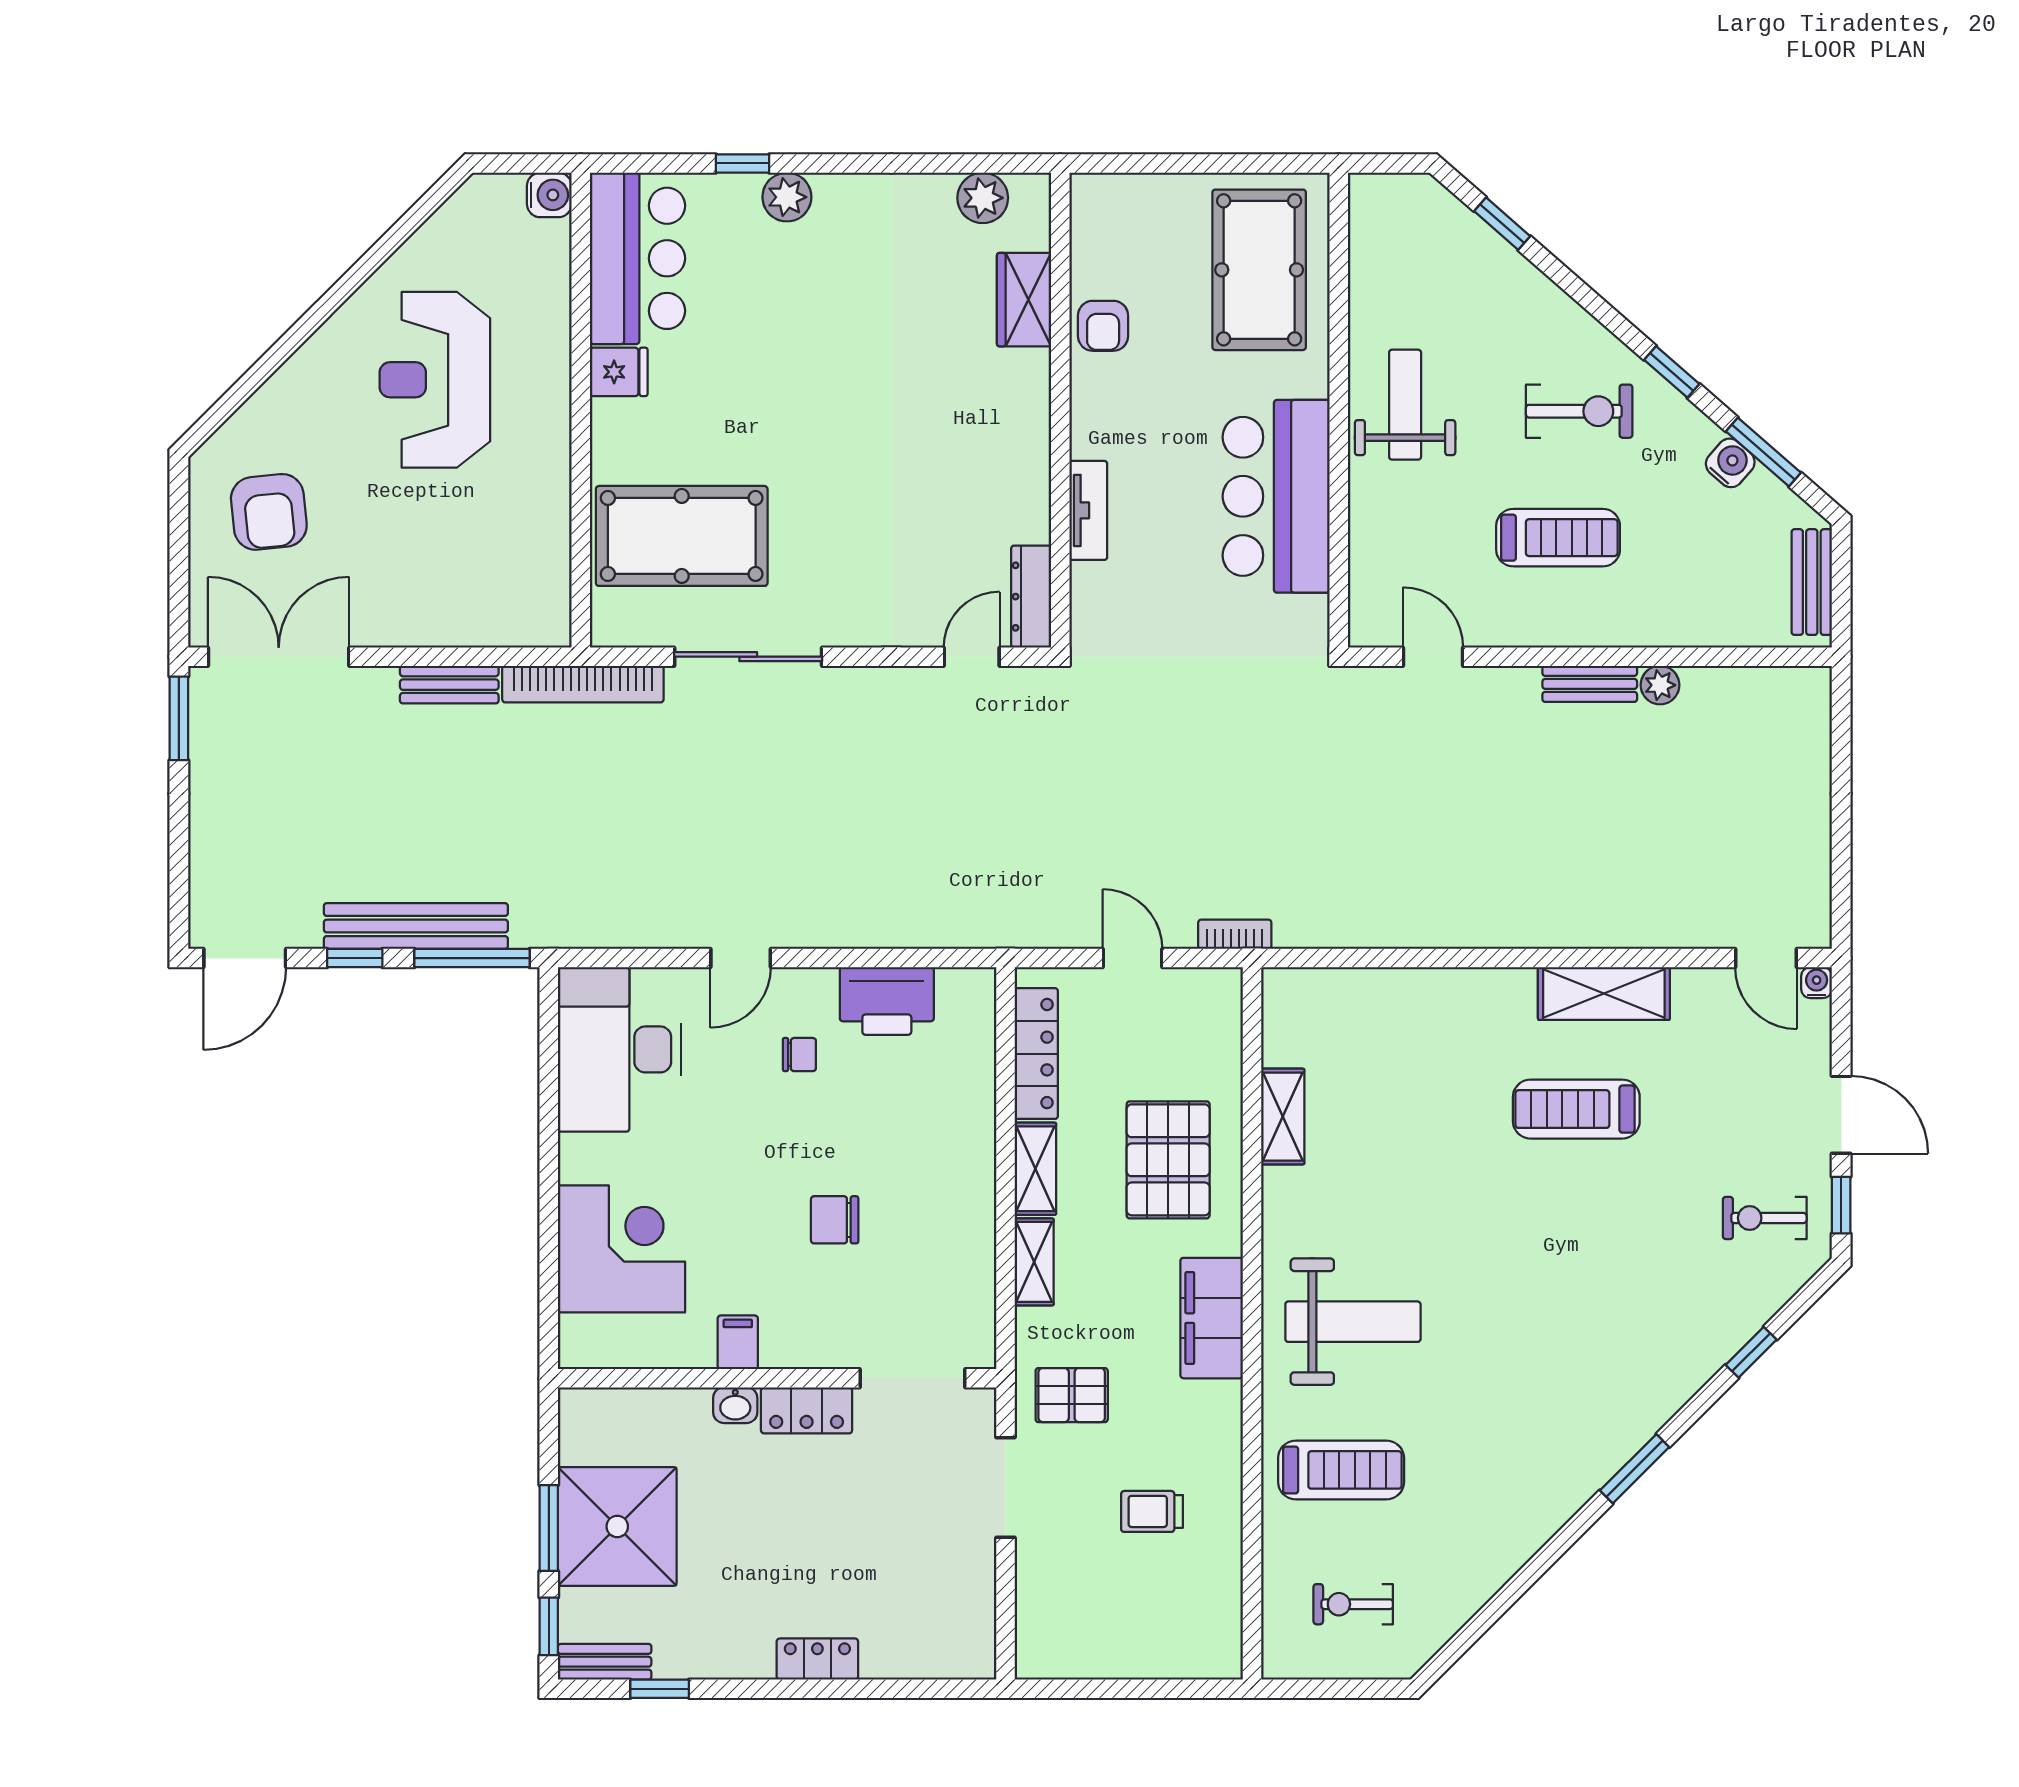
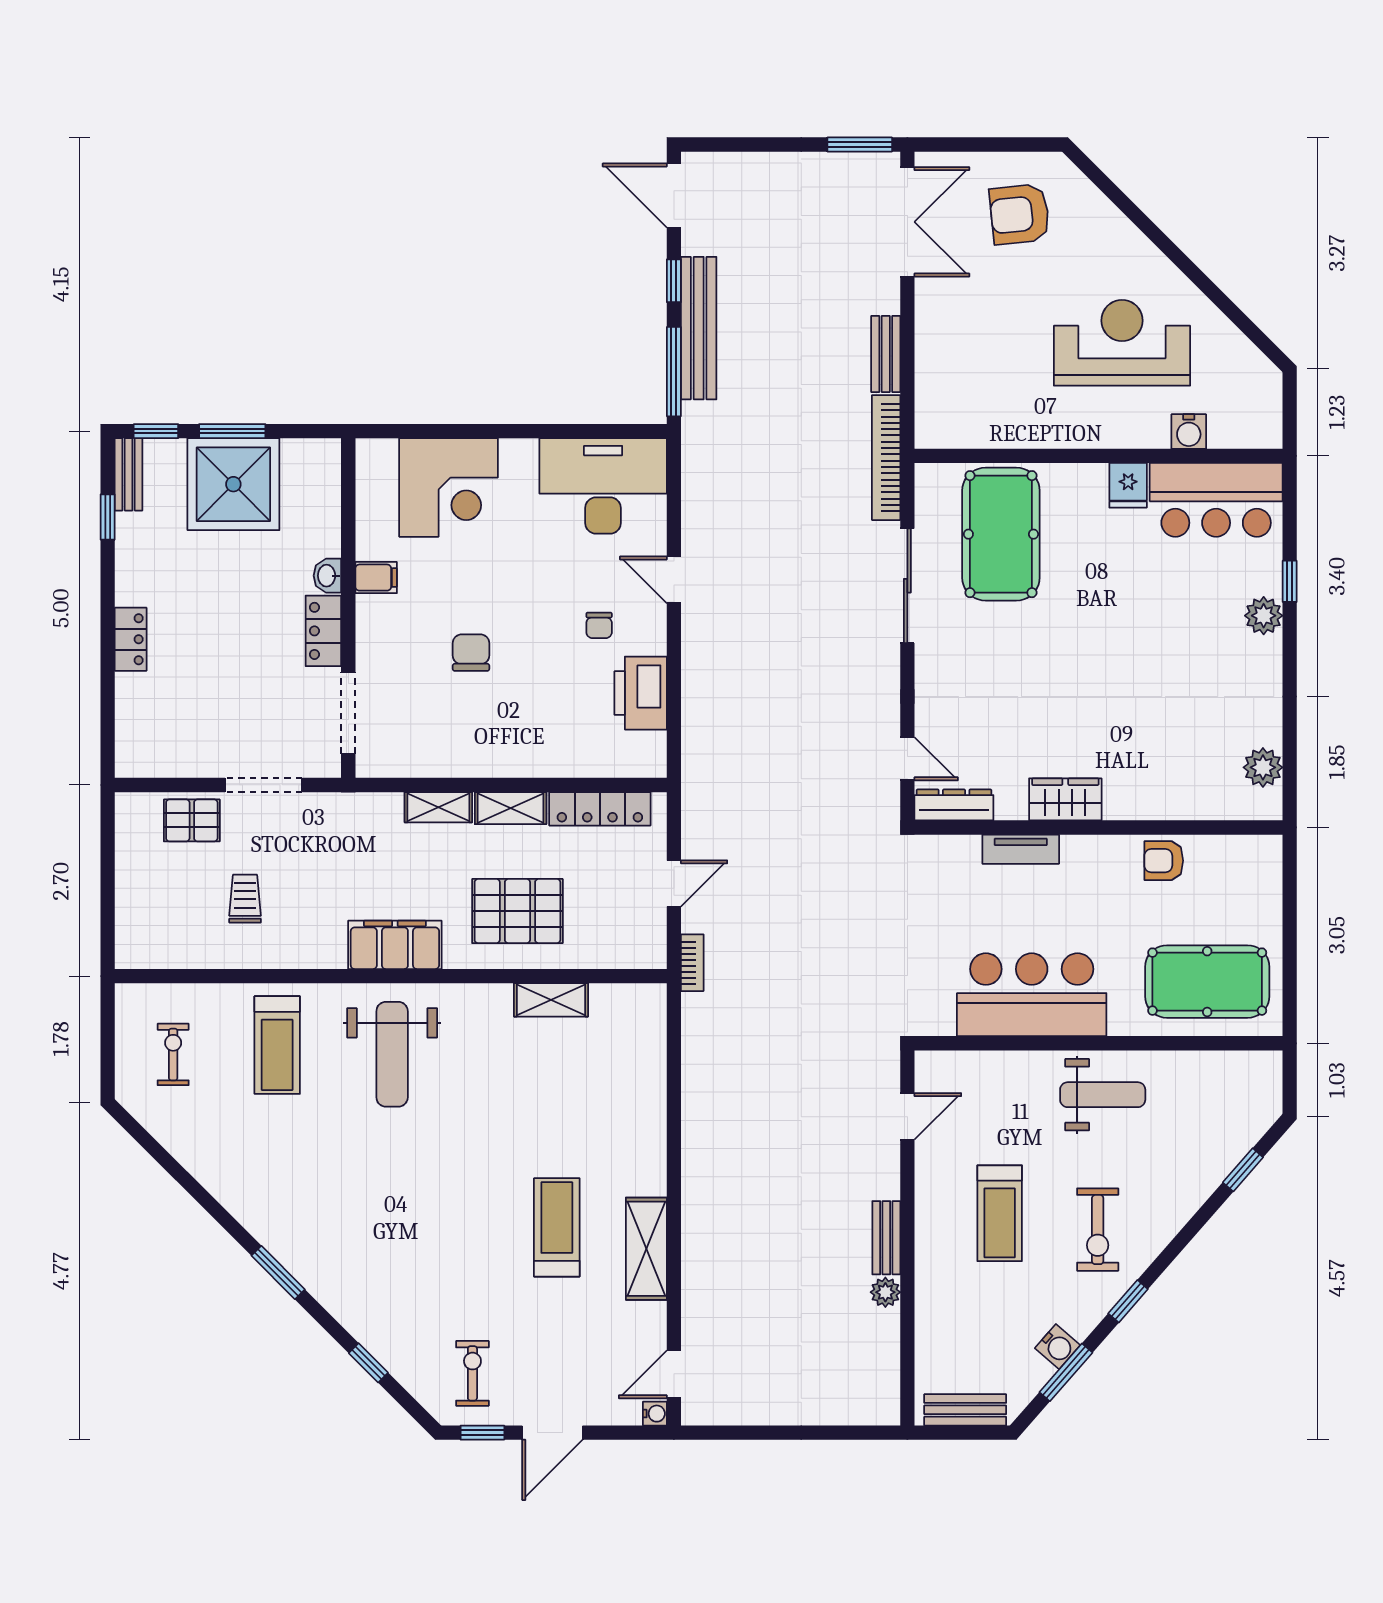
water cooler: (549, 195) -> (1189, 432), moved
wardrobe: (1024, 300) -> (1065, 799), moved
pallet: (1072, 1395) -> (192, 820), moved, turned 90

